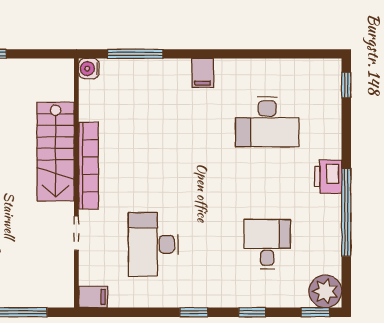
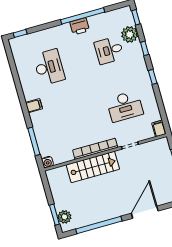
printer: (328, 177) -> (80, 26), moved
plant: (325, 291) -> (130, 34), moved

